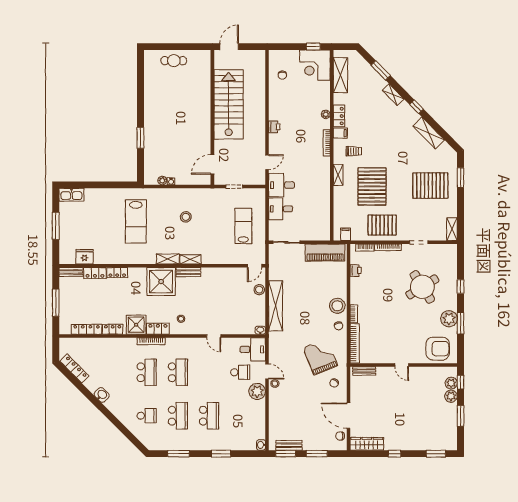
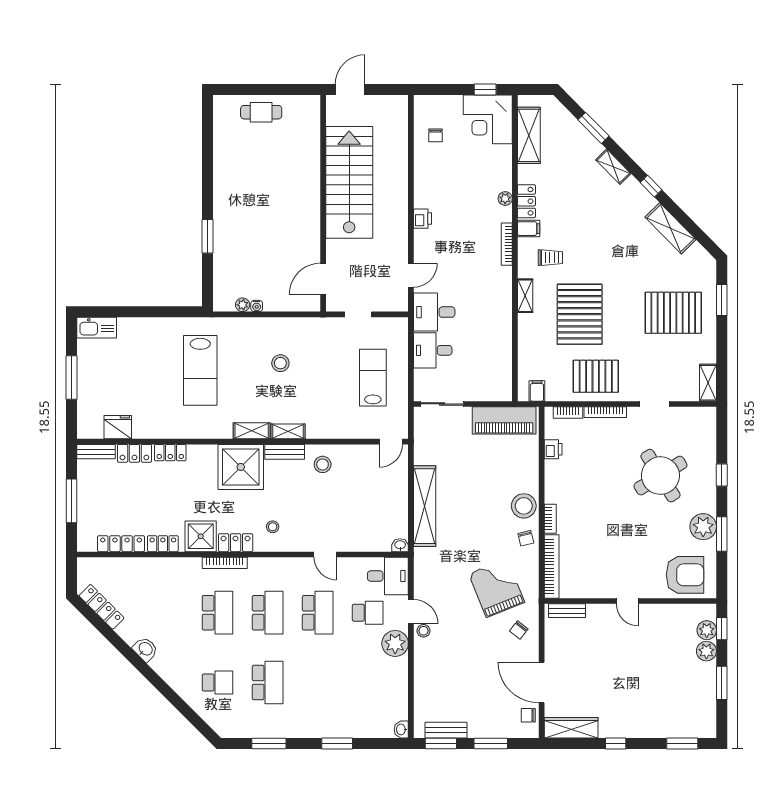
stool: (259, 290) -> (323, 464), moved
school desk: (209, 416) -> (318, 613), moved

